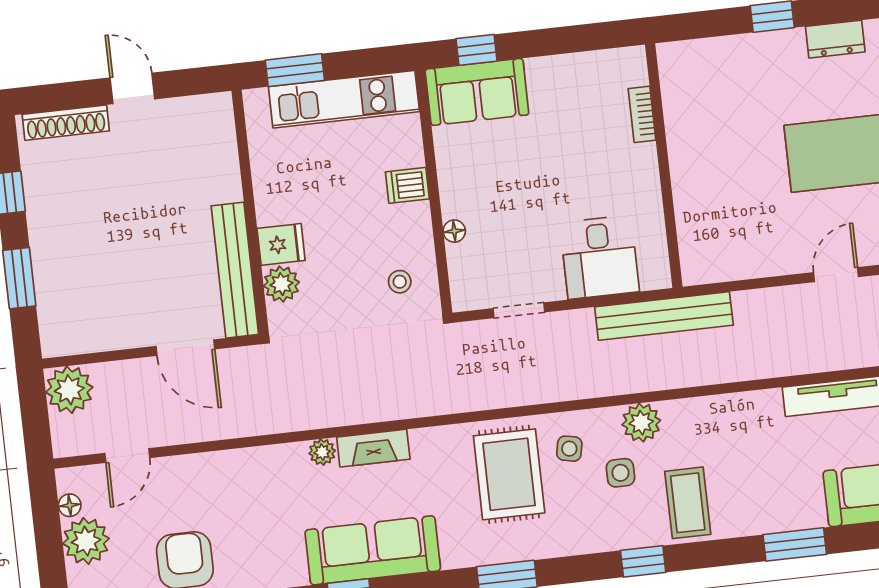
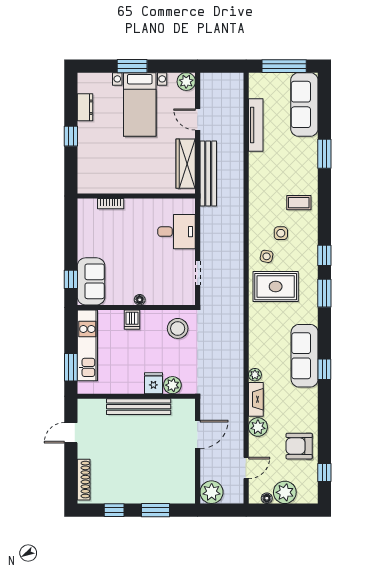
door: (132, 88) -> (71, 433), moved
floor lamp: (454, 231) -> (140, 300), moved
wardrobe: (742, 260) -> (186, 164), added
bench: (235, 270) -> (139, 407), moved
stool: (400, 282) -> (178, 328), width x1.89, depth x1.89
bench: (664, 316) -> (208, 173), moved
plant: (641, 423) -> (258, 427), moved
fireplace: (373, 448) -> (256, 399), moved
door: (127, 455) -> (246, 468), hinge flipped
coffee table: (688, 503) -> (299, 203), width x0.73, depth x0.77
window: (643, 561) -> (324, 255), moved

